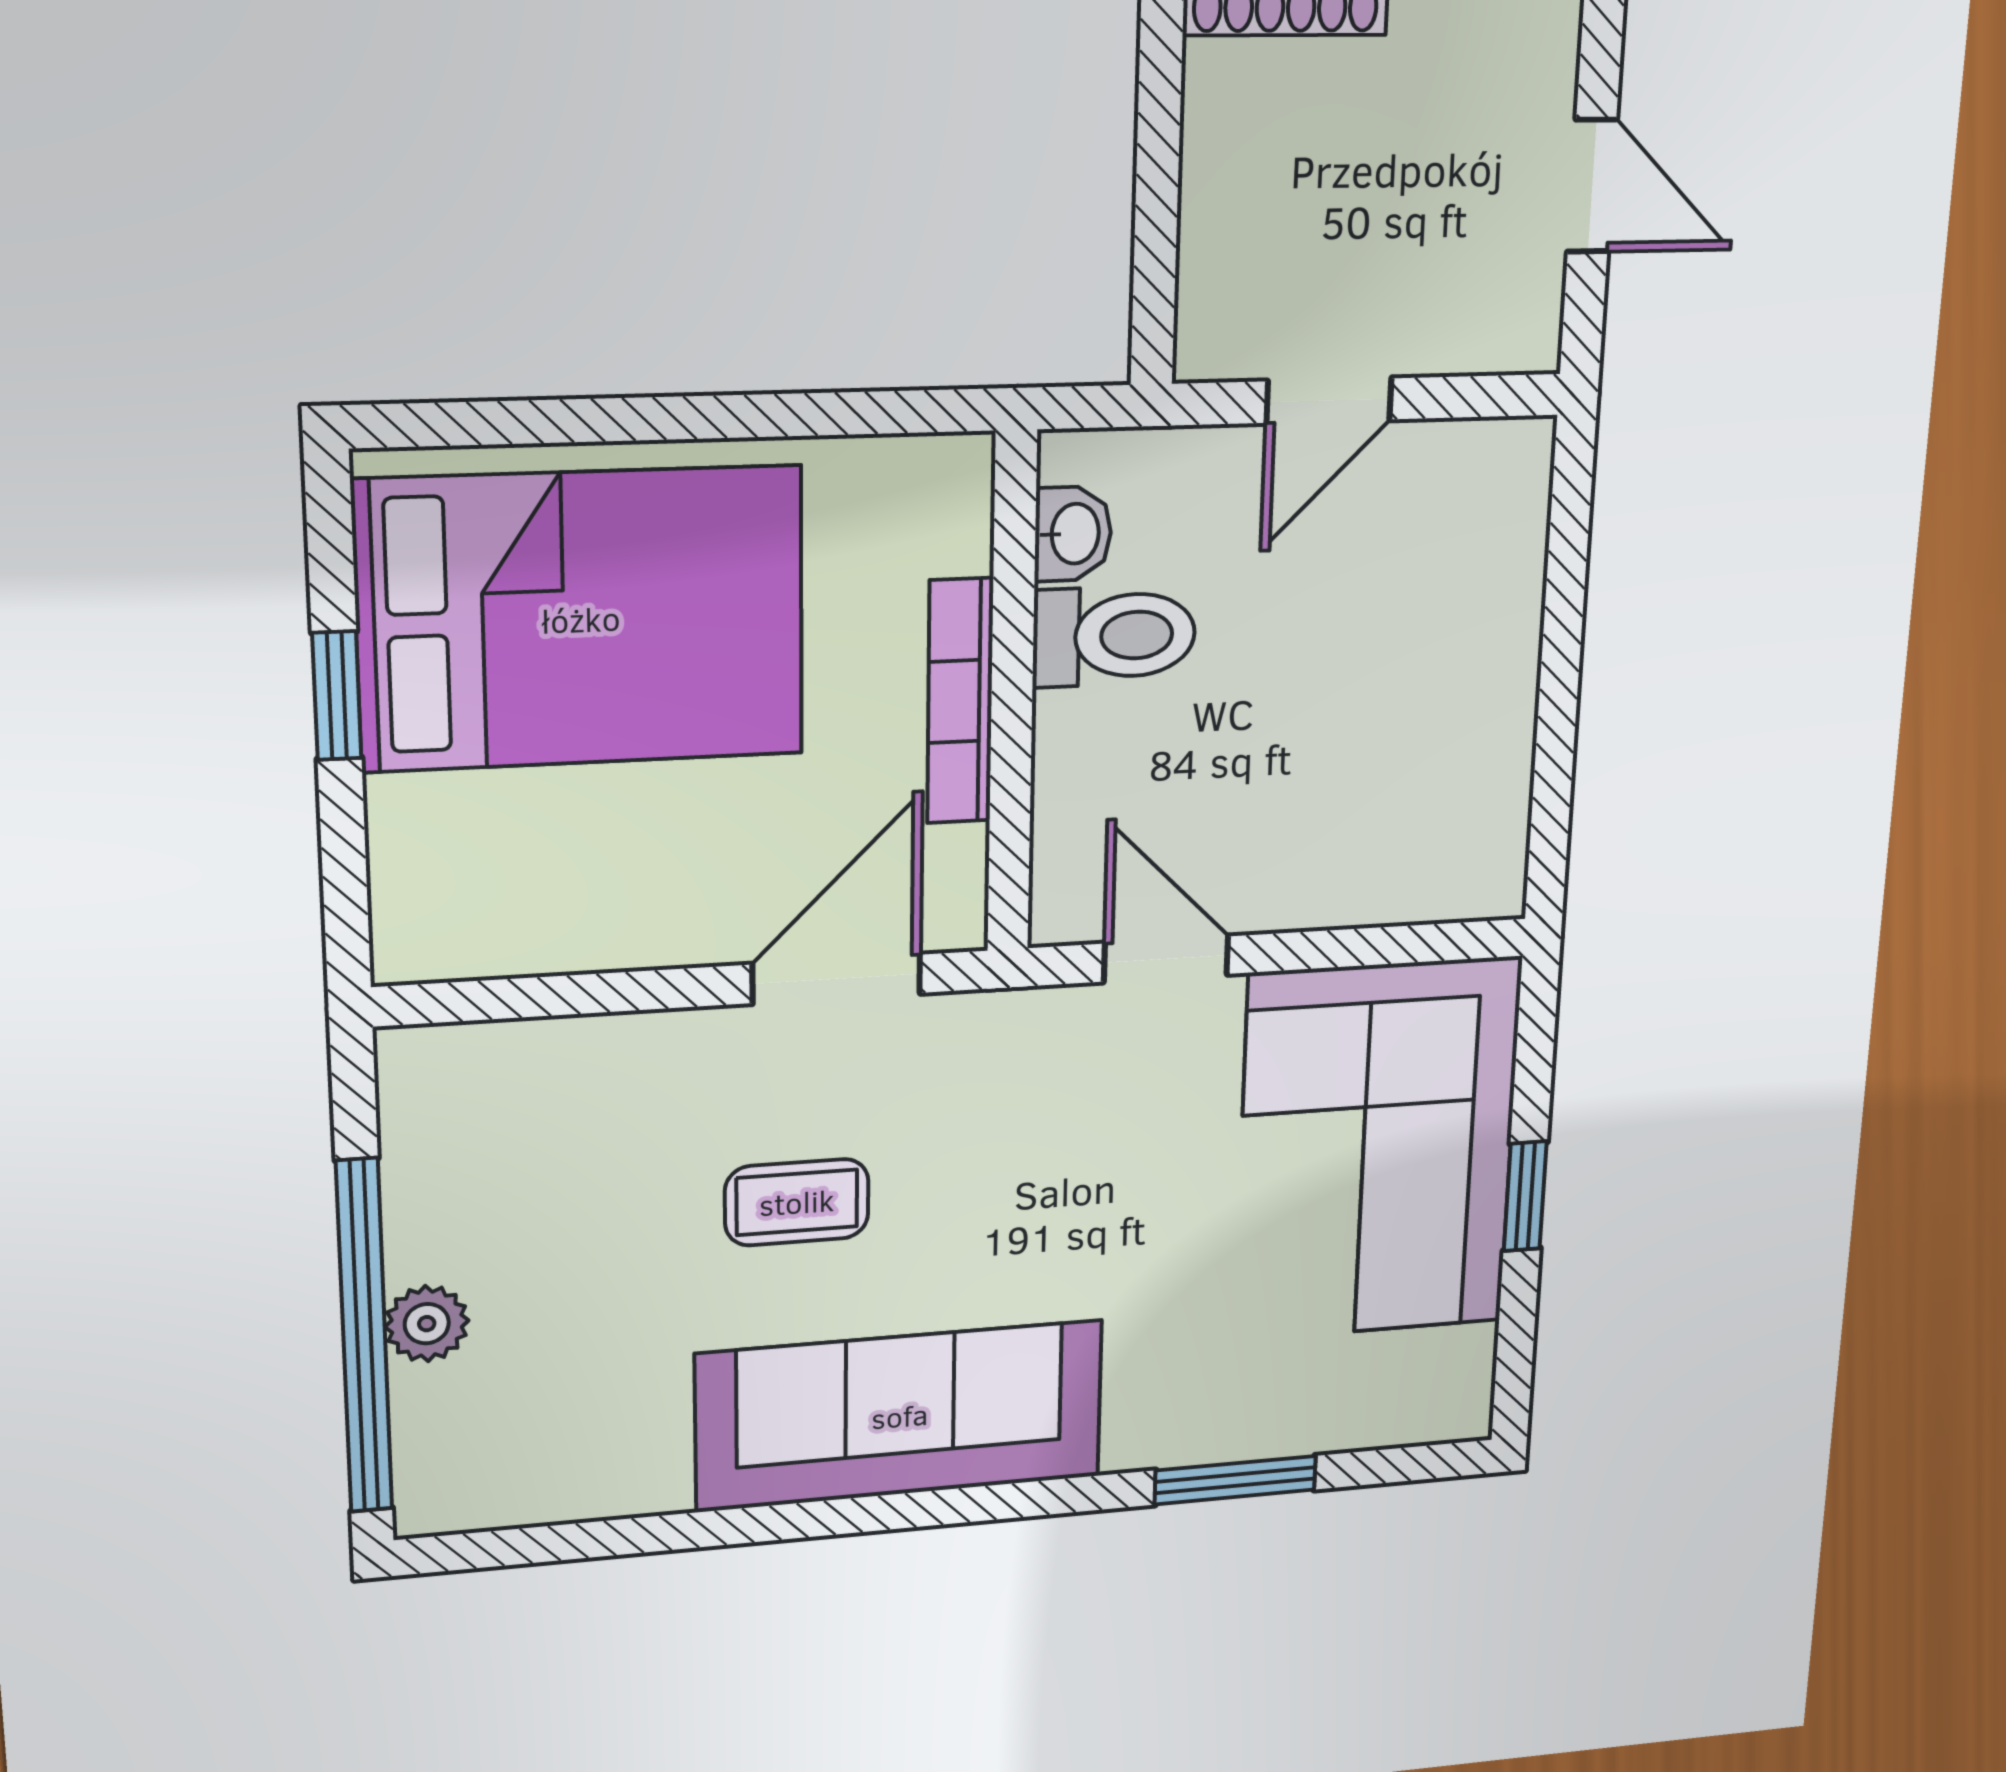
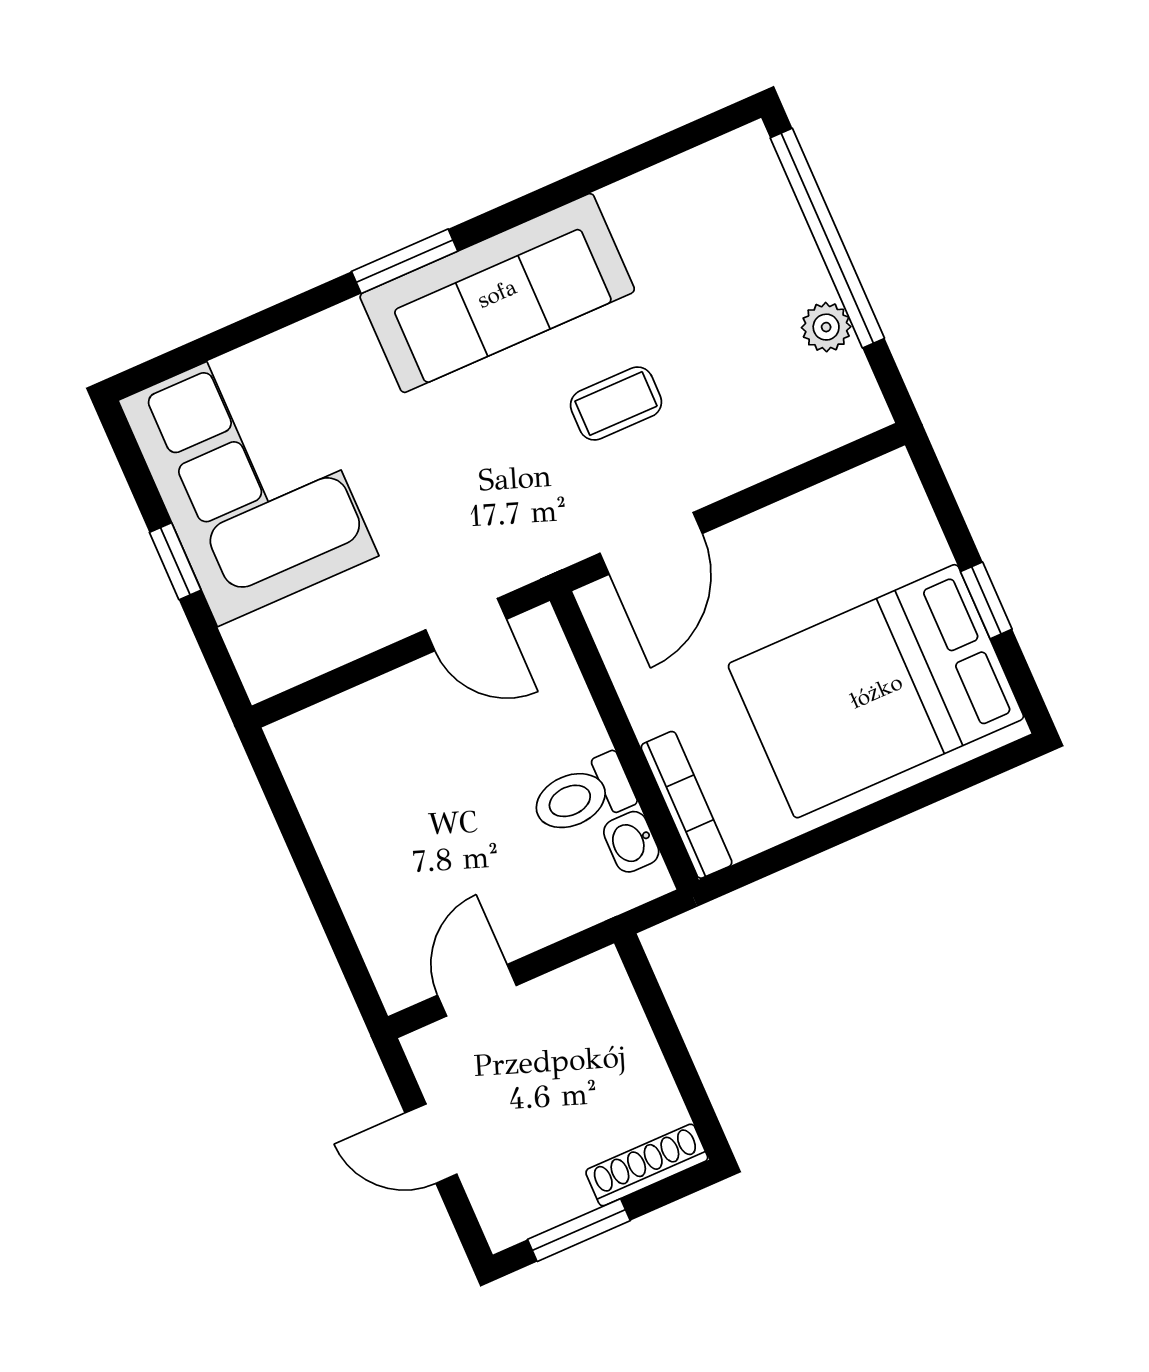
door: (1329, 401) -> (477, 990), moved
bookcase: (960, 701) -> (686, 805), moved
corner sofa: (1377, 1150) -> (248, 478), moved
plant: (427, 1324) -> (826, 327), moved
window: (1235, 1480) -> (405, 261), moved

